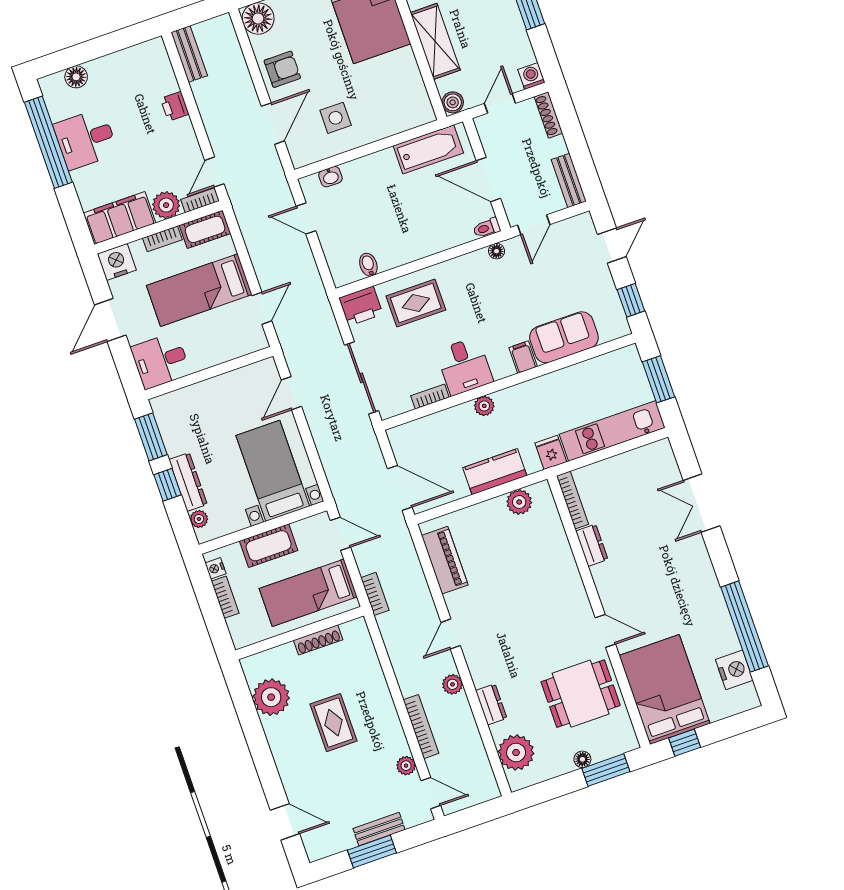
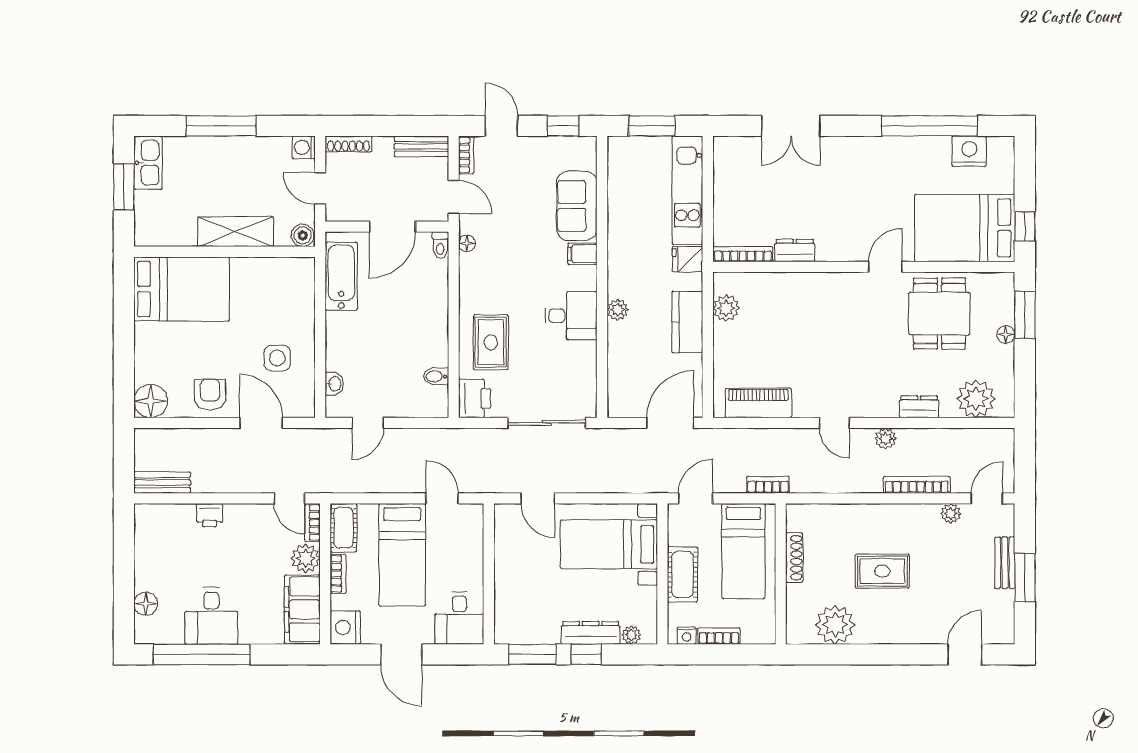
bookcase: (430, 397) -> (466, 155), moved, turned 180

